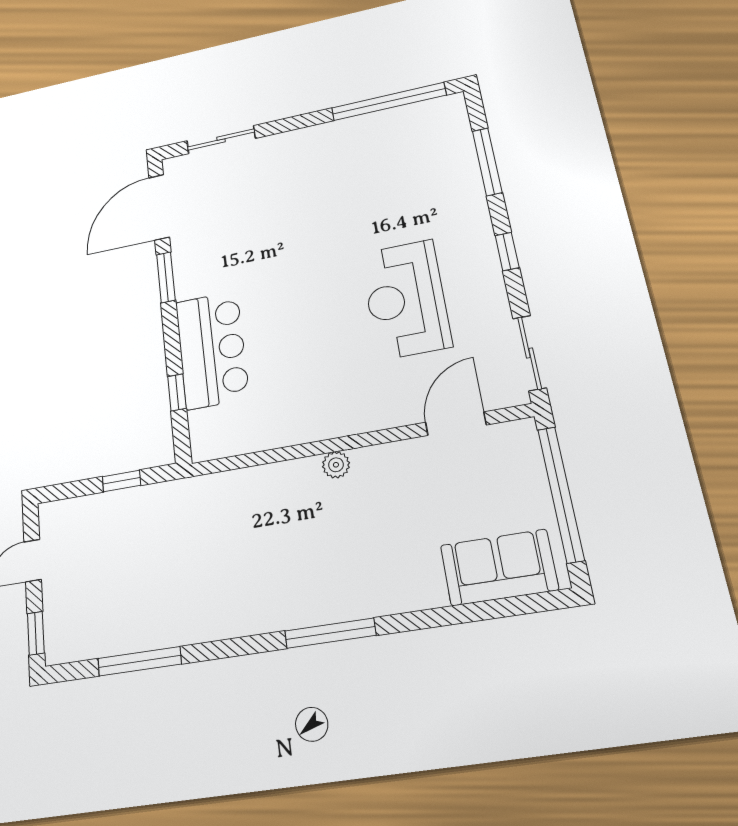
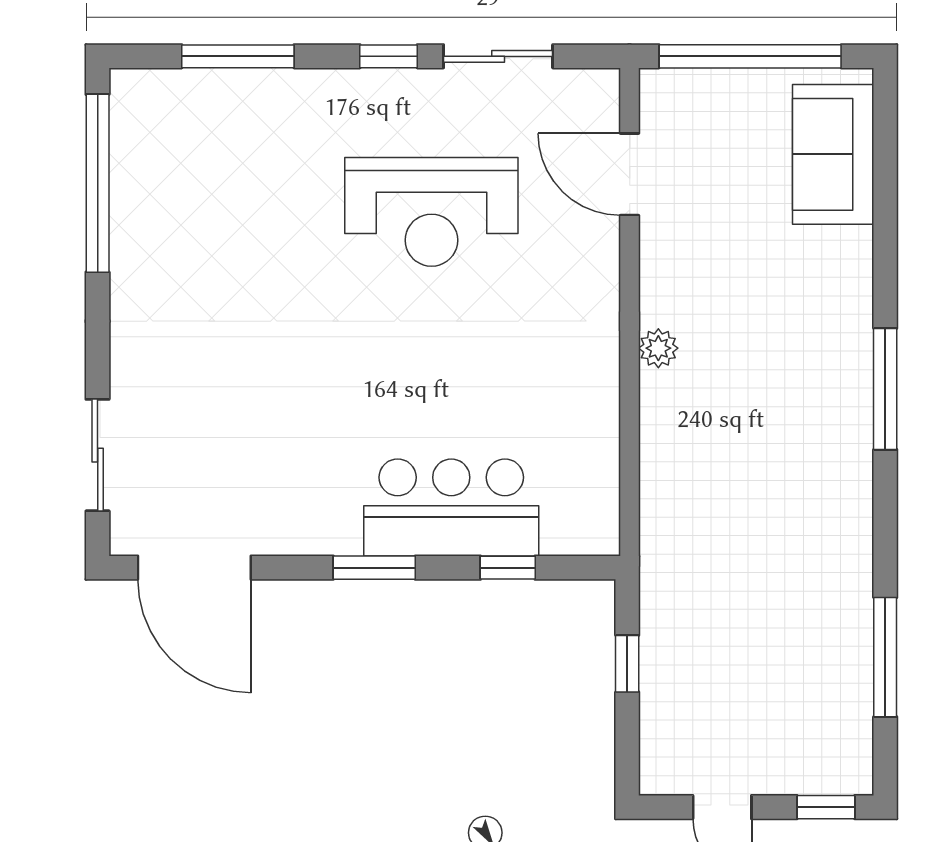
window: (166, 277) -> (374, 568), moved
sliding door: (530, 353) -> (498, 56), moved

